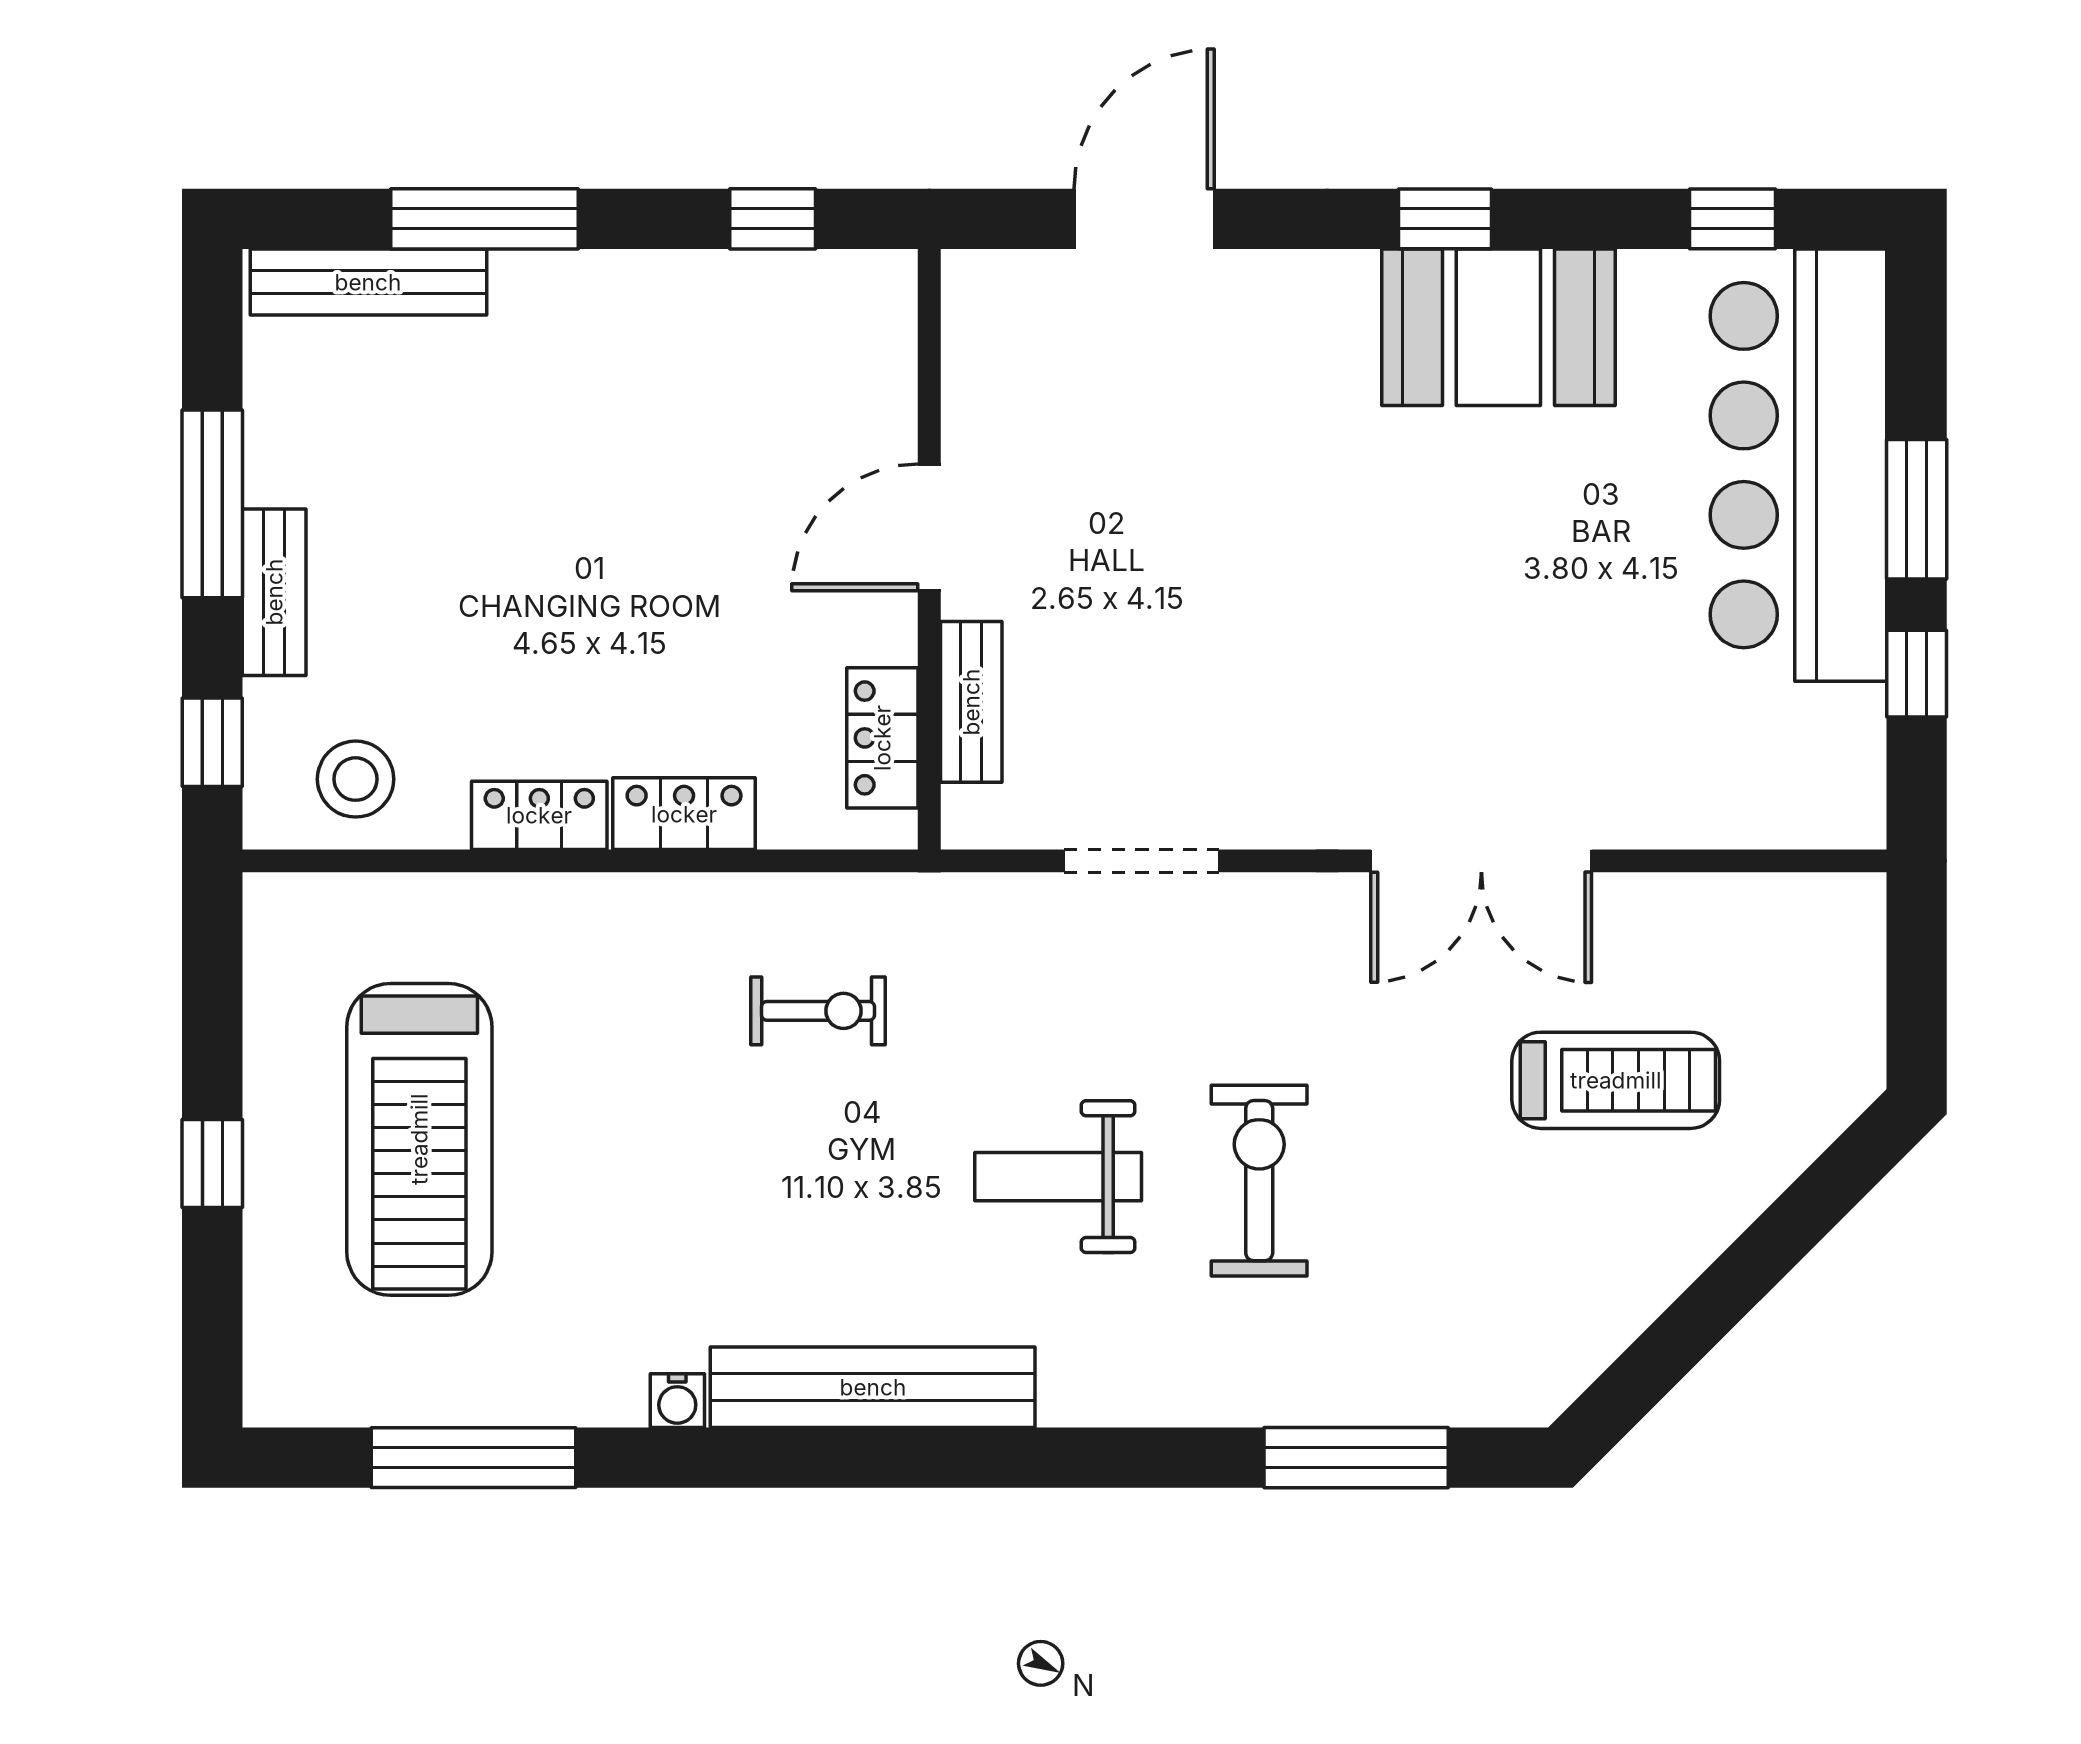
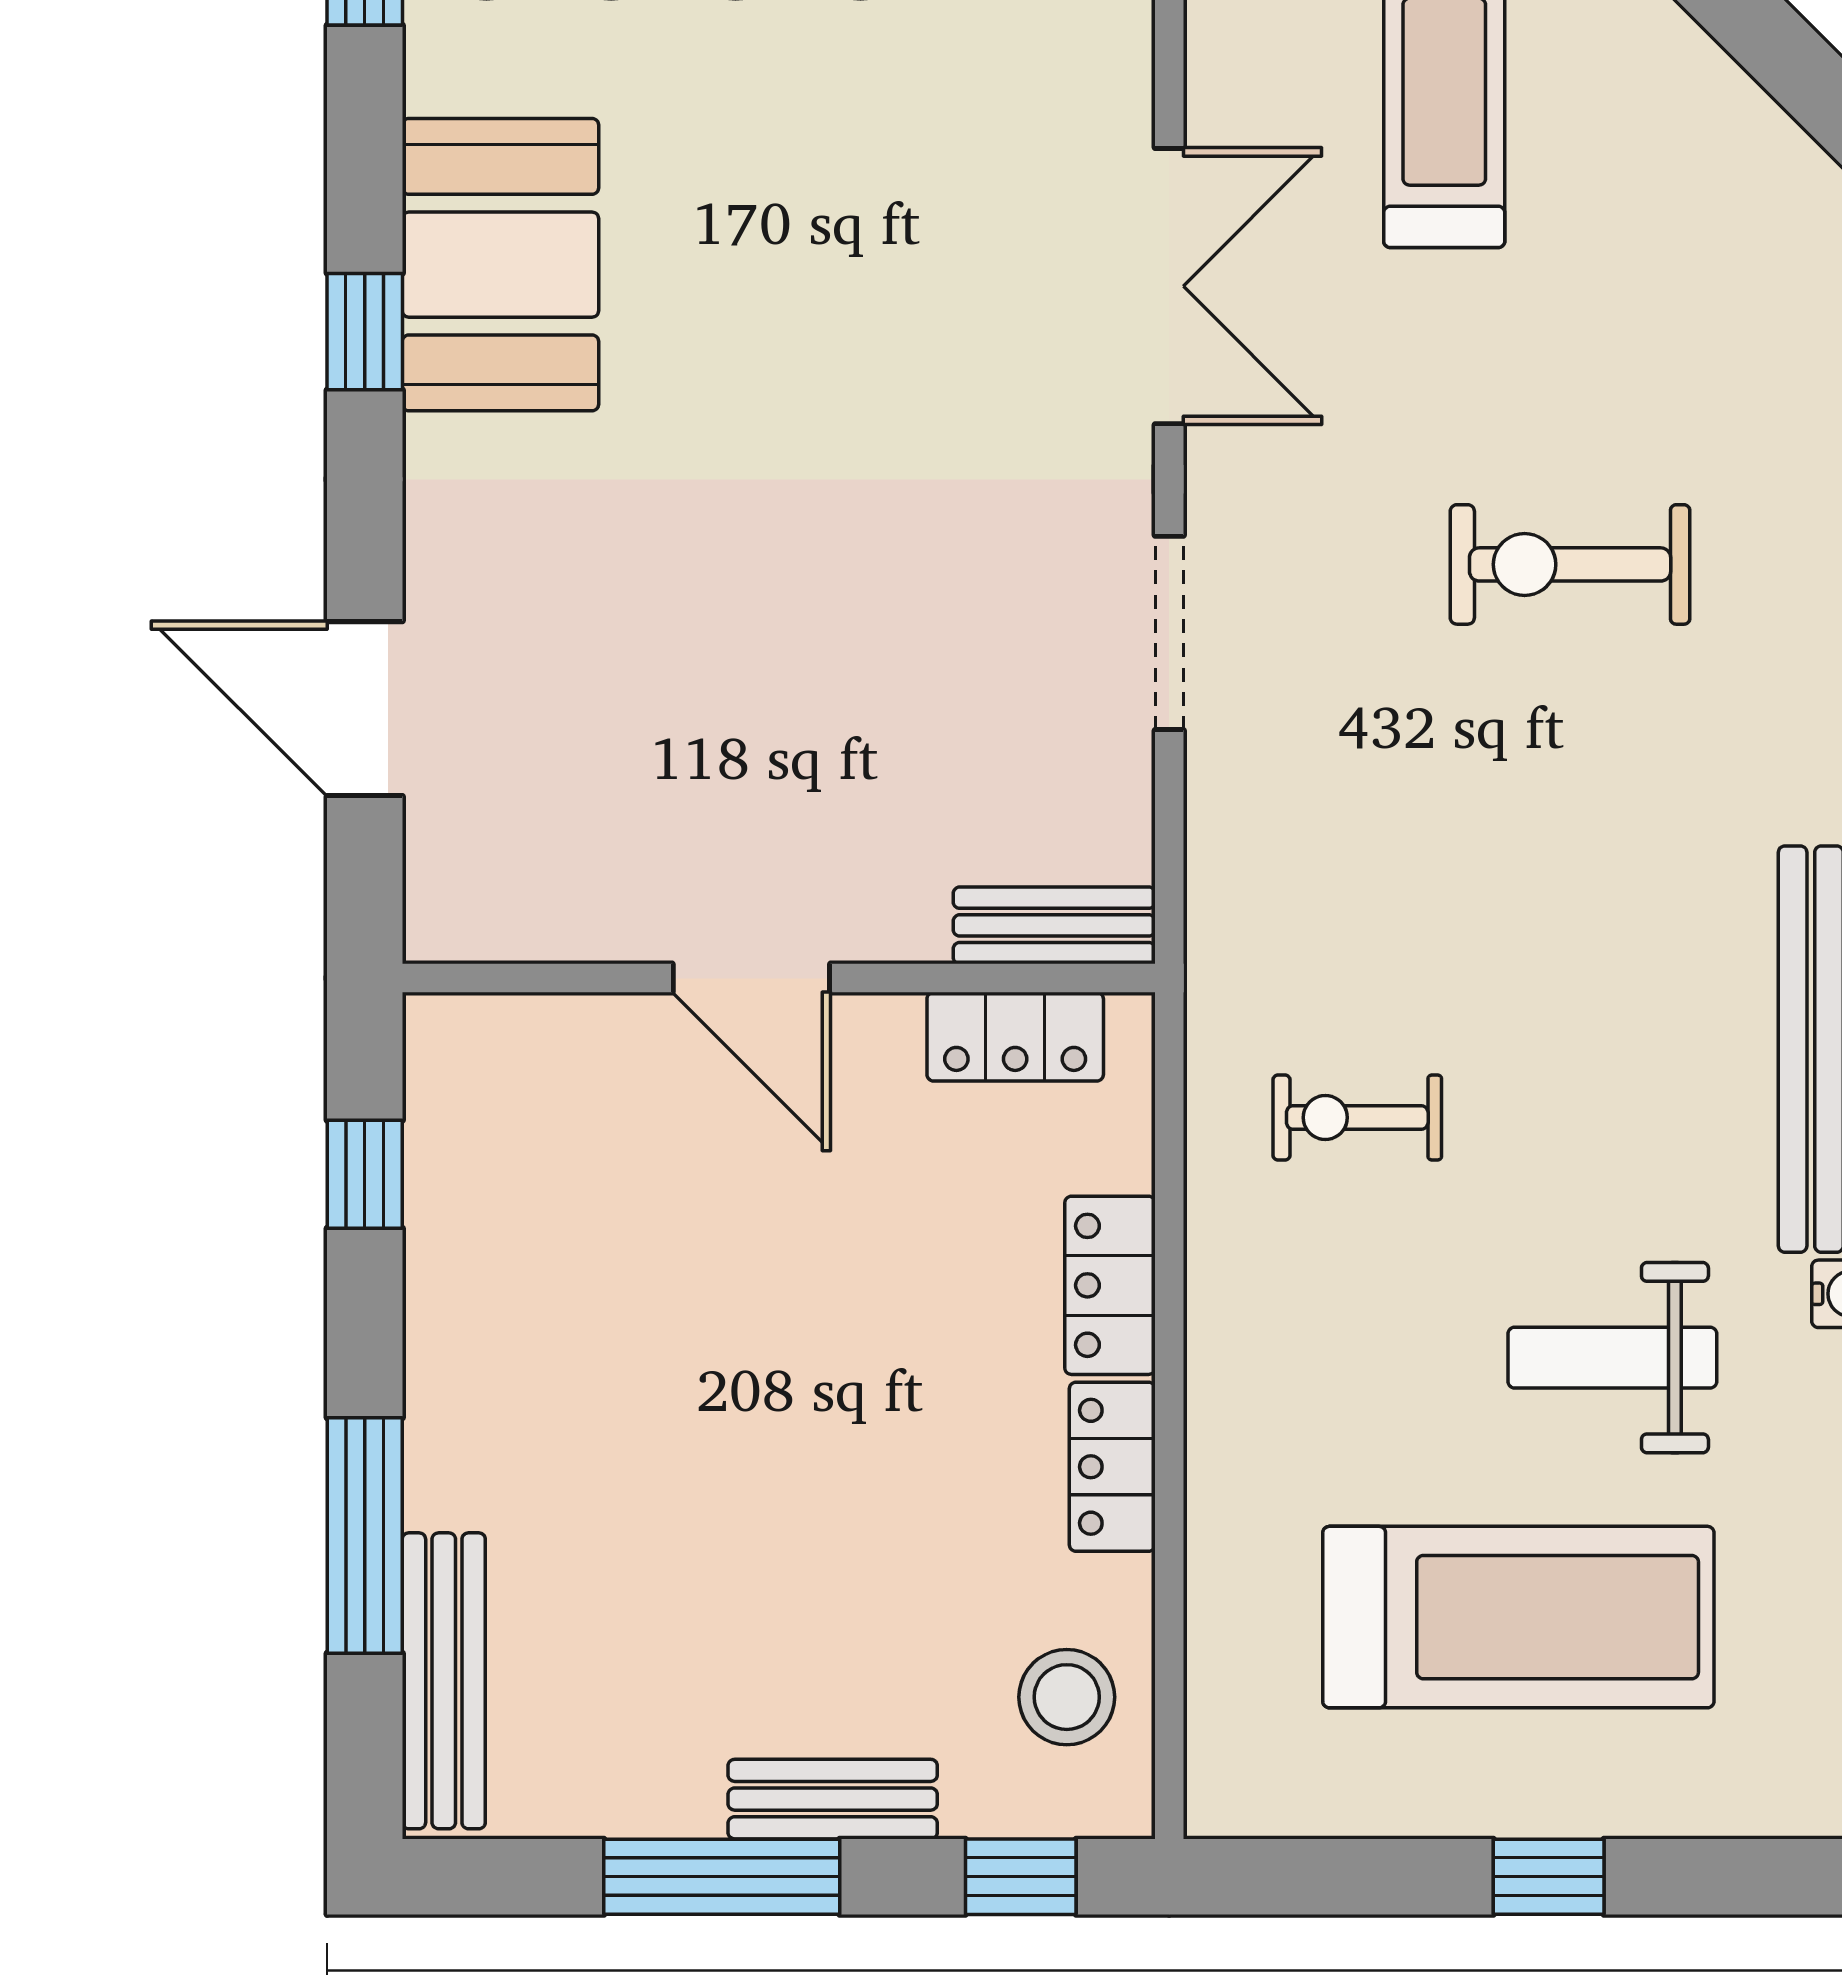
bench: (971, 702) -> (1054, 925), moved
doorway: (1142, 861) -> (1169, 633), moved
exercise bike: (818, 1011) -> (1357, 1118), turned -90
weight bench: (1058, 1177) -> (1612, 1358), moved, turned 90

